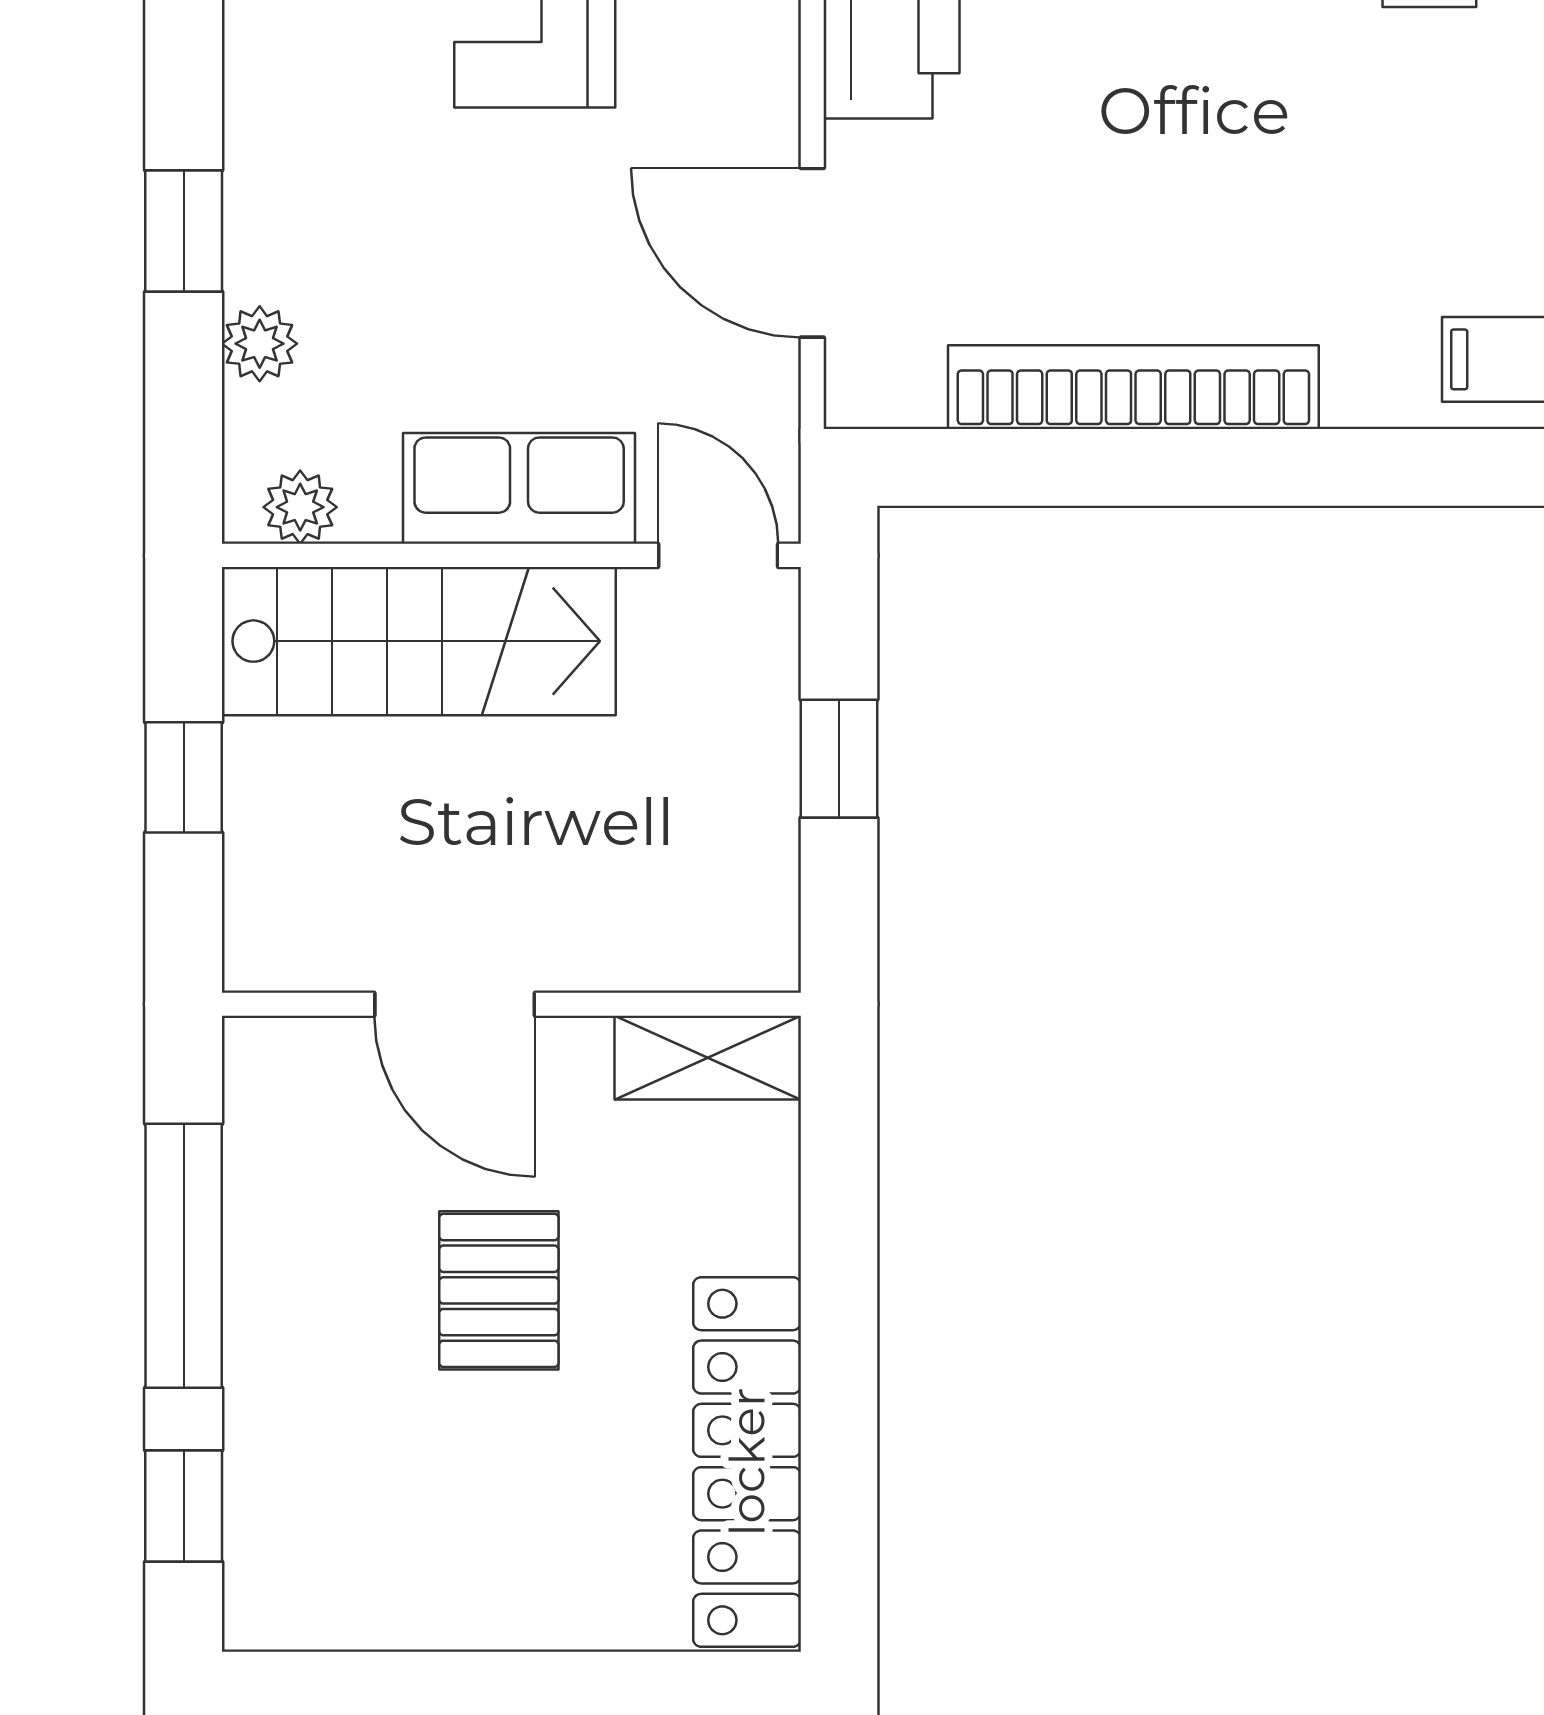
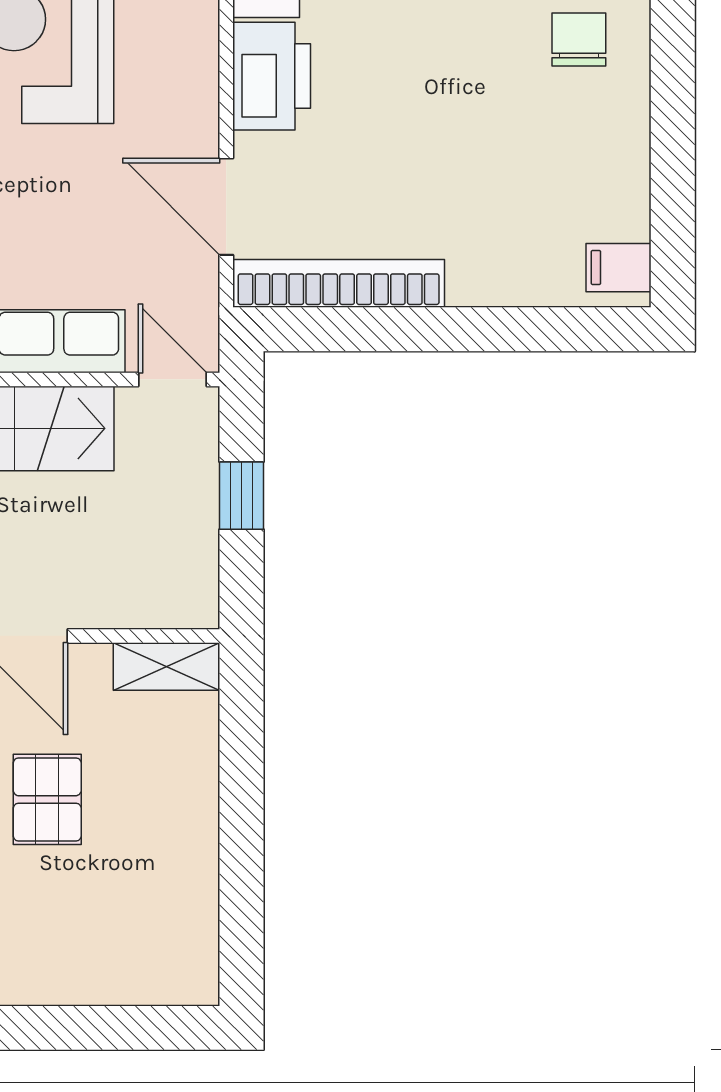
bookcase: (1133, 387) -> (339, 283), moved
locker: (747, 1462) -> (189, 898), removed

